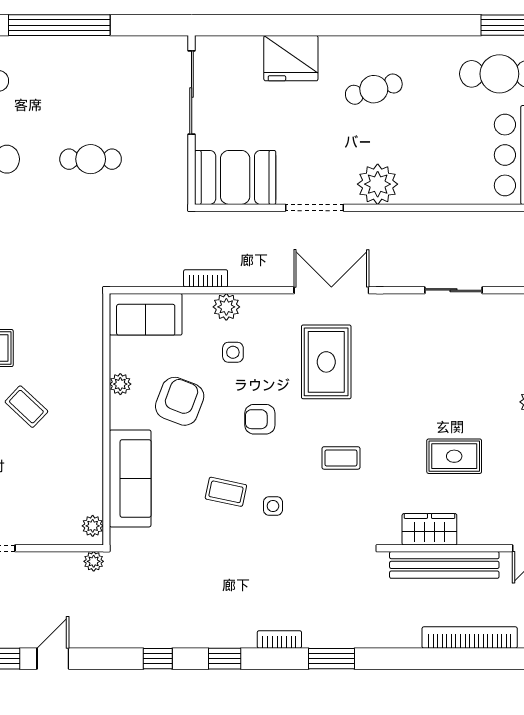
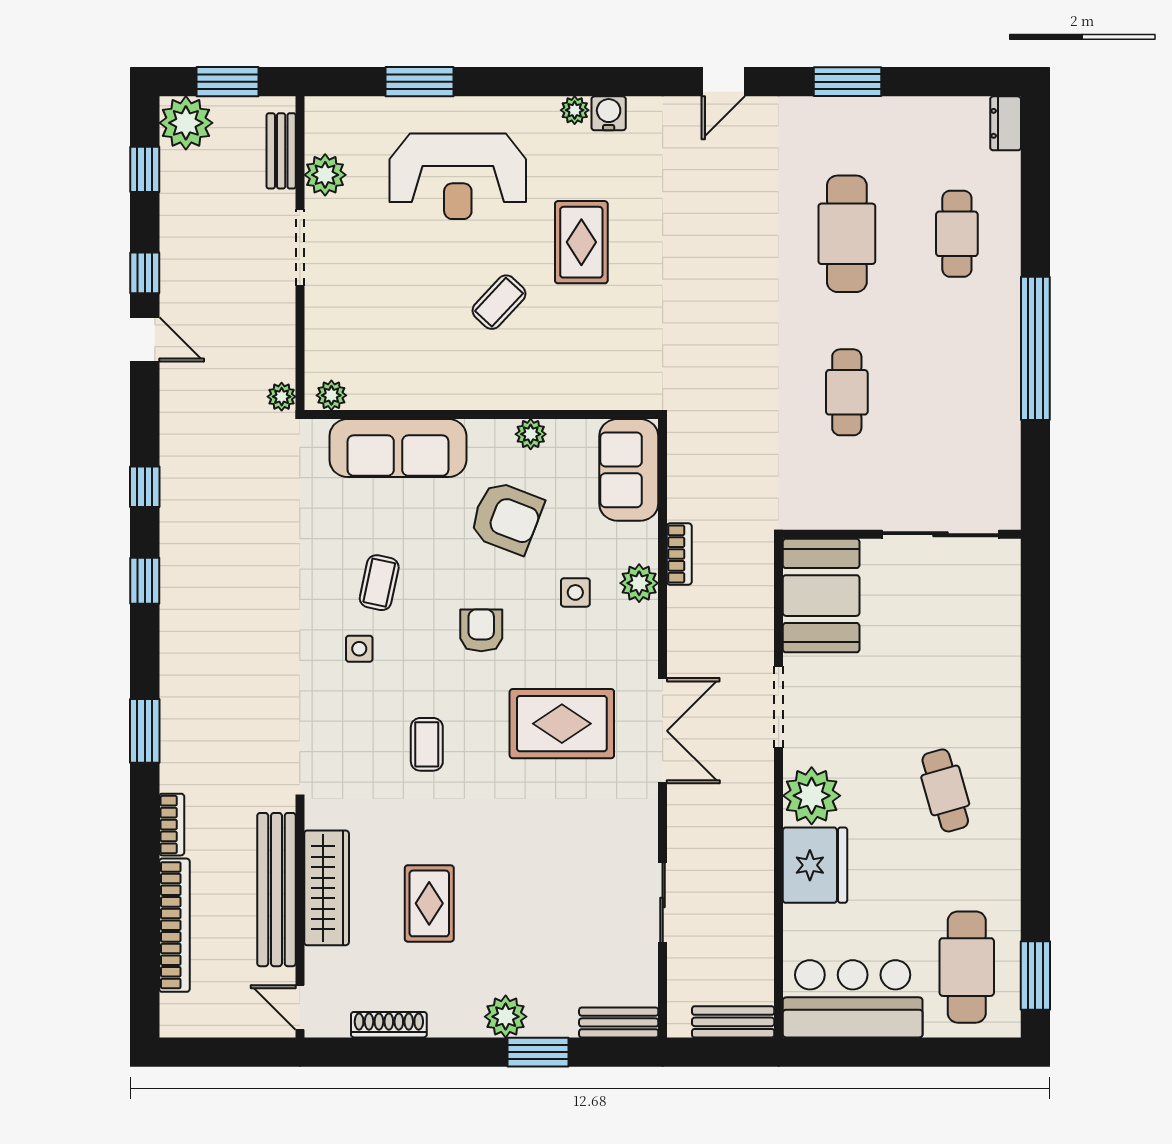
fridge: (291, 58) -> (815, 865), moved, turned 180
wardrobe: (429, 529) -> (327, 888), width x1.50
bookcase: (279, 639) -> (172, 825), moved

